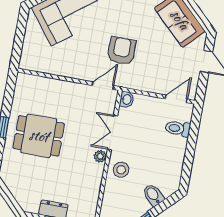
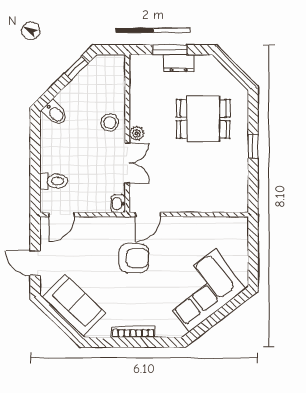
armchair: (122, 51) -> (134, 258), turned -90
dining table: (39, 136) -> (203, 119), moved
bidet: (153, 195) -> (55, 113), moved

